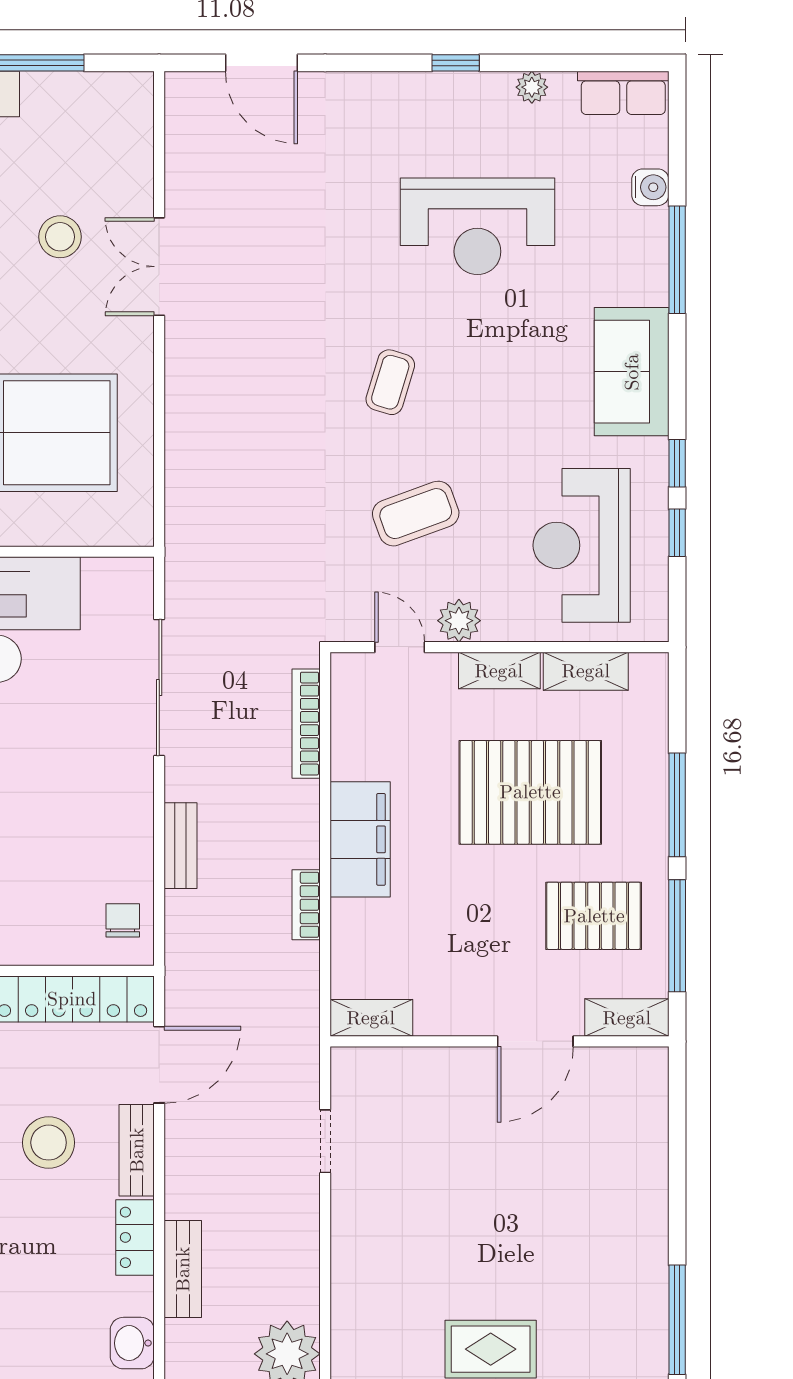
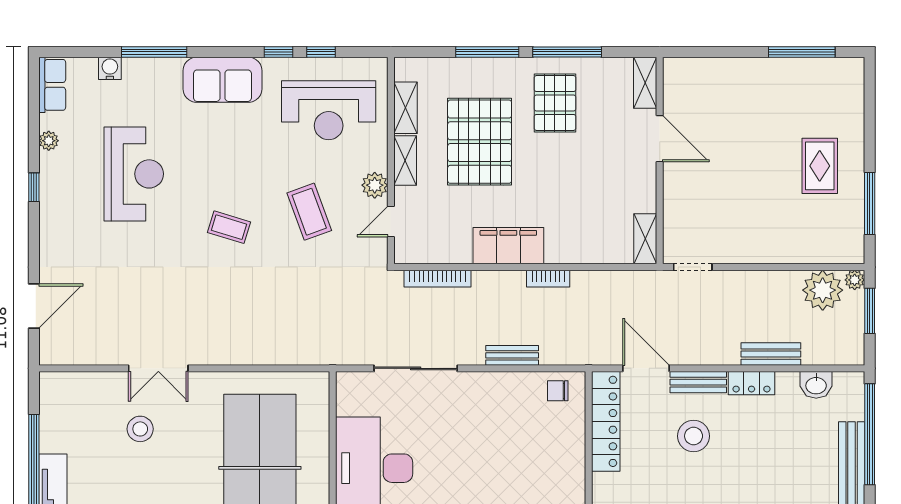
shelving: (371, 1018) -> (645, 239), moved
shelving: (627, 1018) -> (645, 83), moved
wall: (499, 1041) -> (660, 161), moved
door: (535, 1041) -> (660, 139), moved

